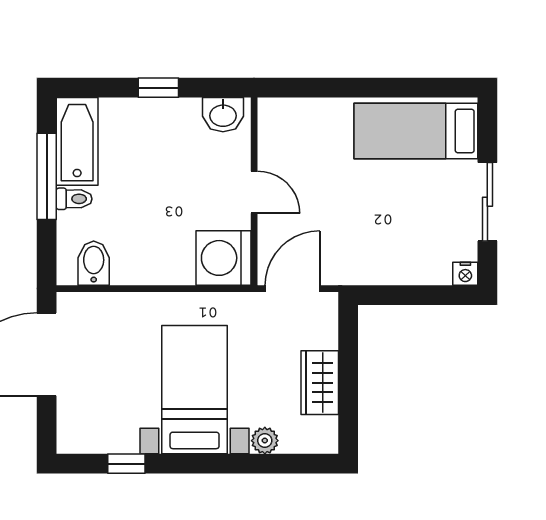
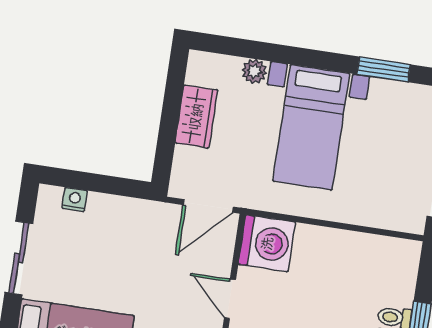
bidet: (94, 263) -> (386, 256), removed
nightstand: (465, 274) -> (75, 199), moved
window: (126, 464) -> (384, 69), width x1.50

